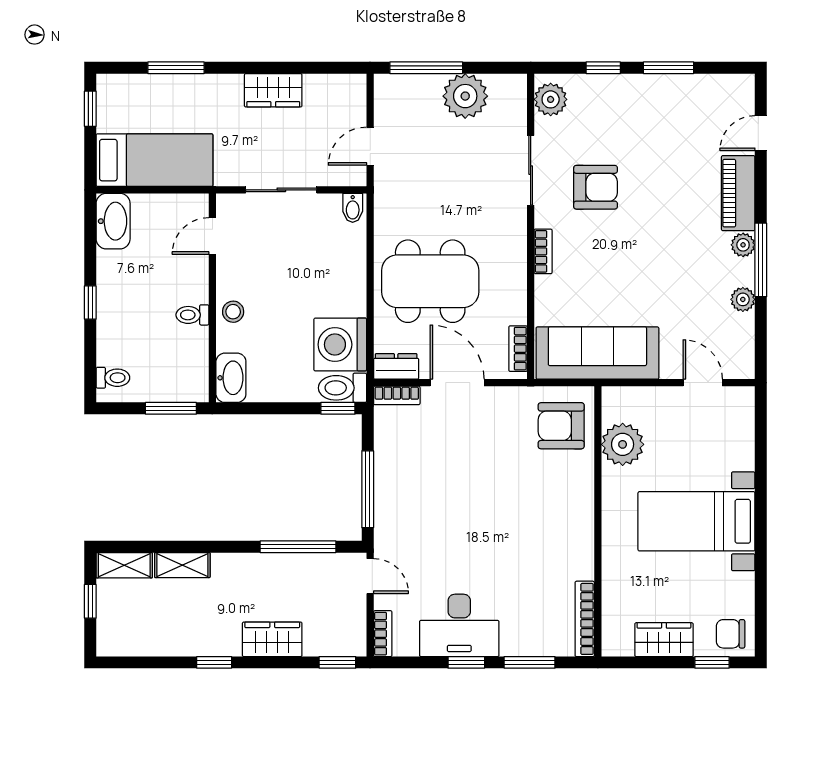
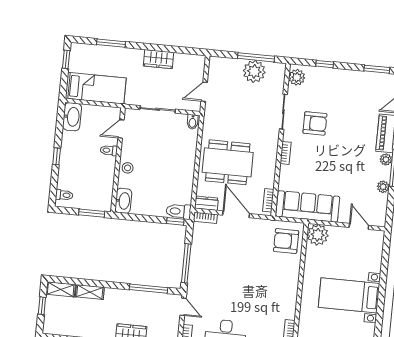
window: (426, 68) -> (256, 57), moved
window: (669, 68) -> (377, 69), moved
toilet: (192, 315) -> (109, 150), moved
washing machine: (340, 345) -> (180, 190), removed
plant: (623, 444) -> (318, 235), moved

